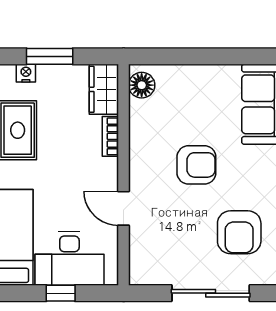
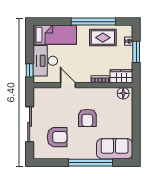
door: (124, 208) -> (68, 85), hinge flipped
armchair: (239, 232) -> (57, 137), turned 180
window: (61, 293) -> (30, 70), moved

